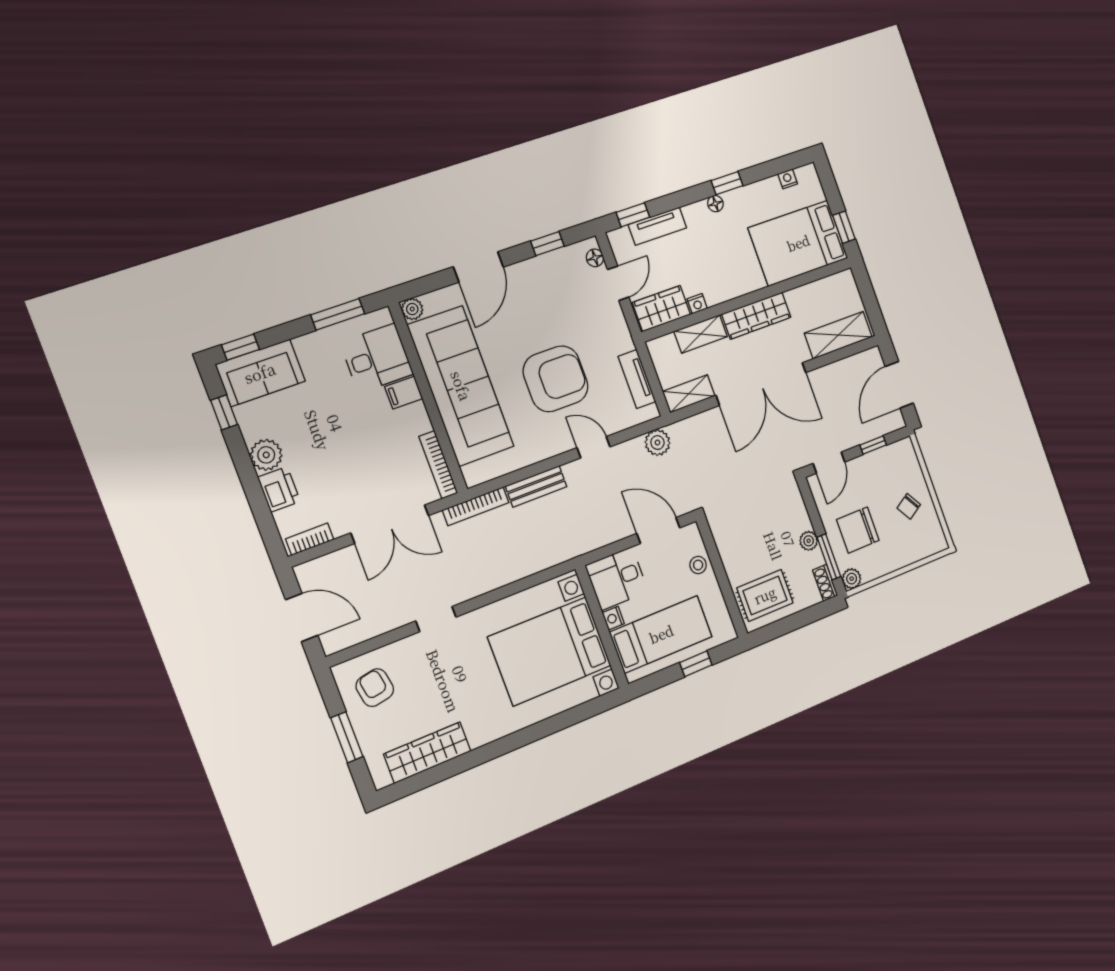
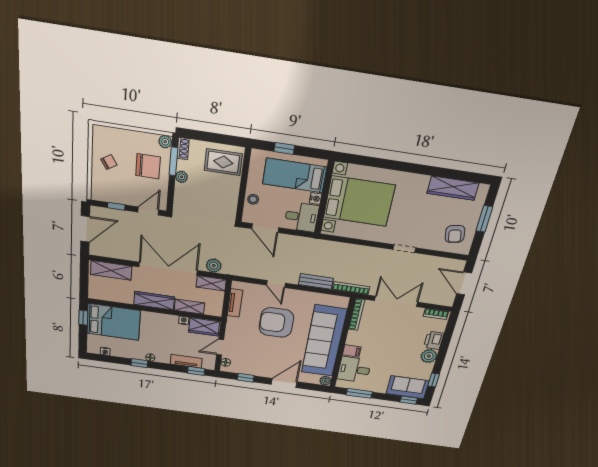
plant: (658, 443) -> (214, 266), moved

